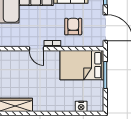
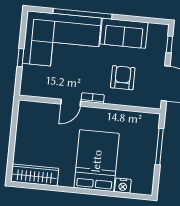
door: (37, 49) -> (71, 103), hinge flipped
bed: (82, 65) -> (97, 161), moved, turned 90

